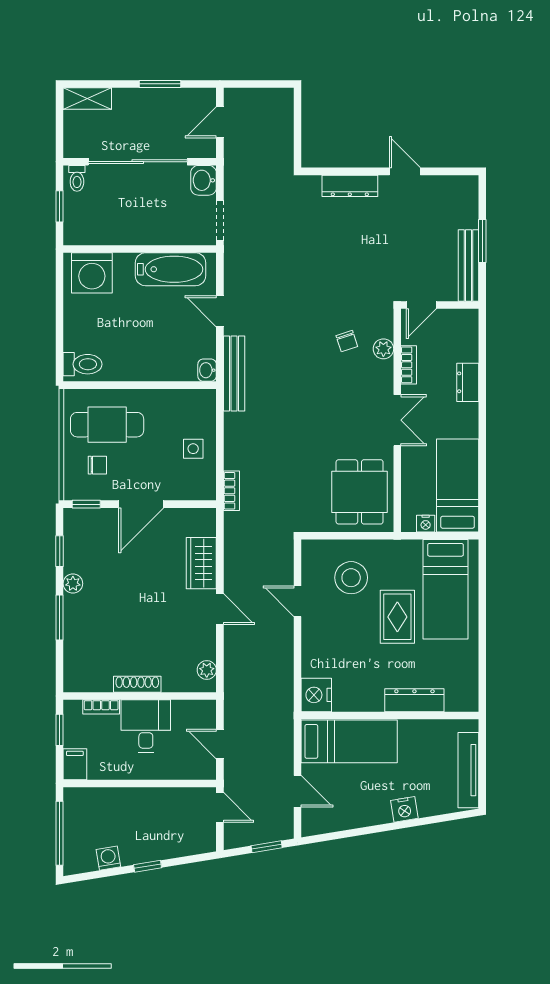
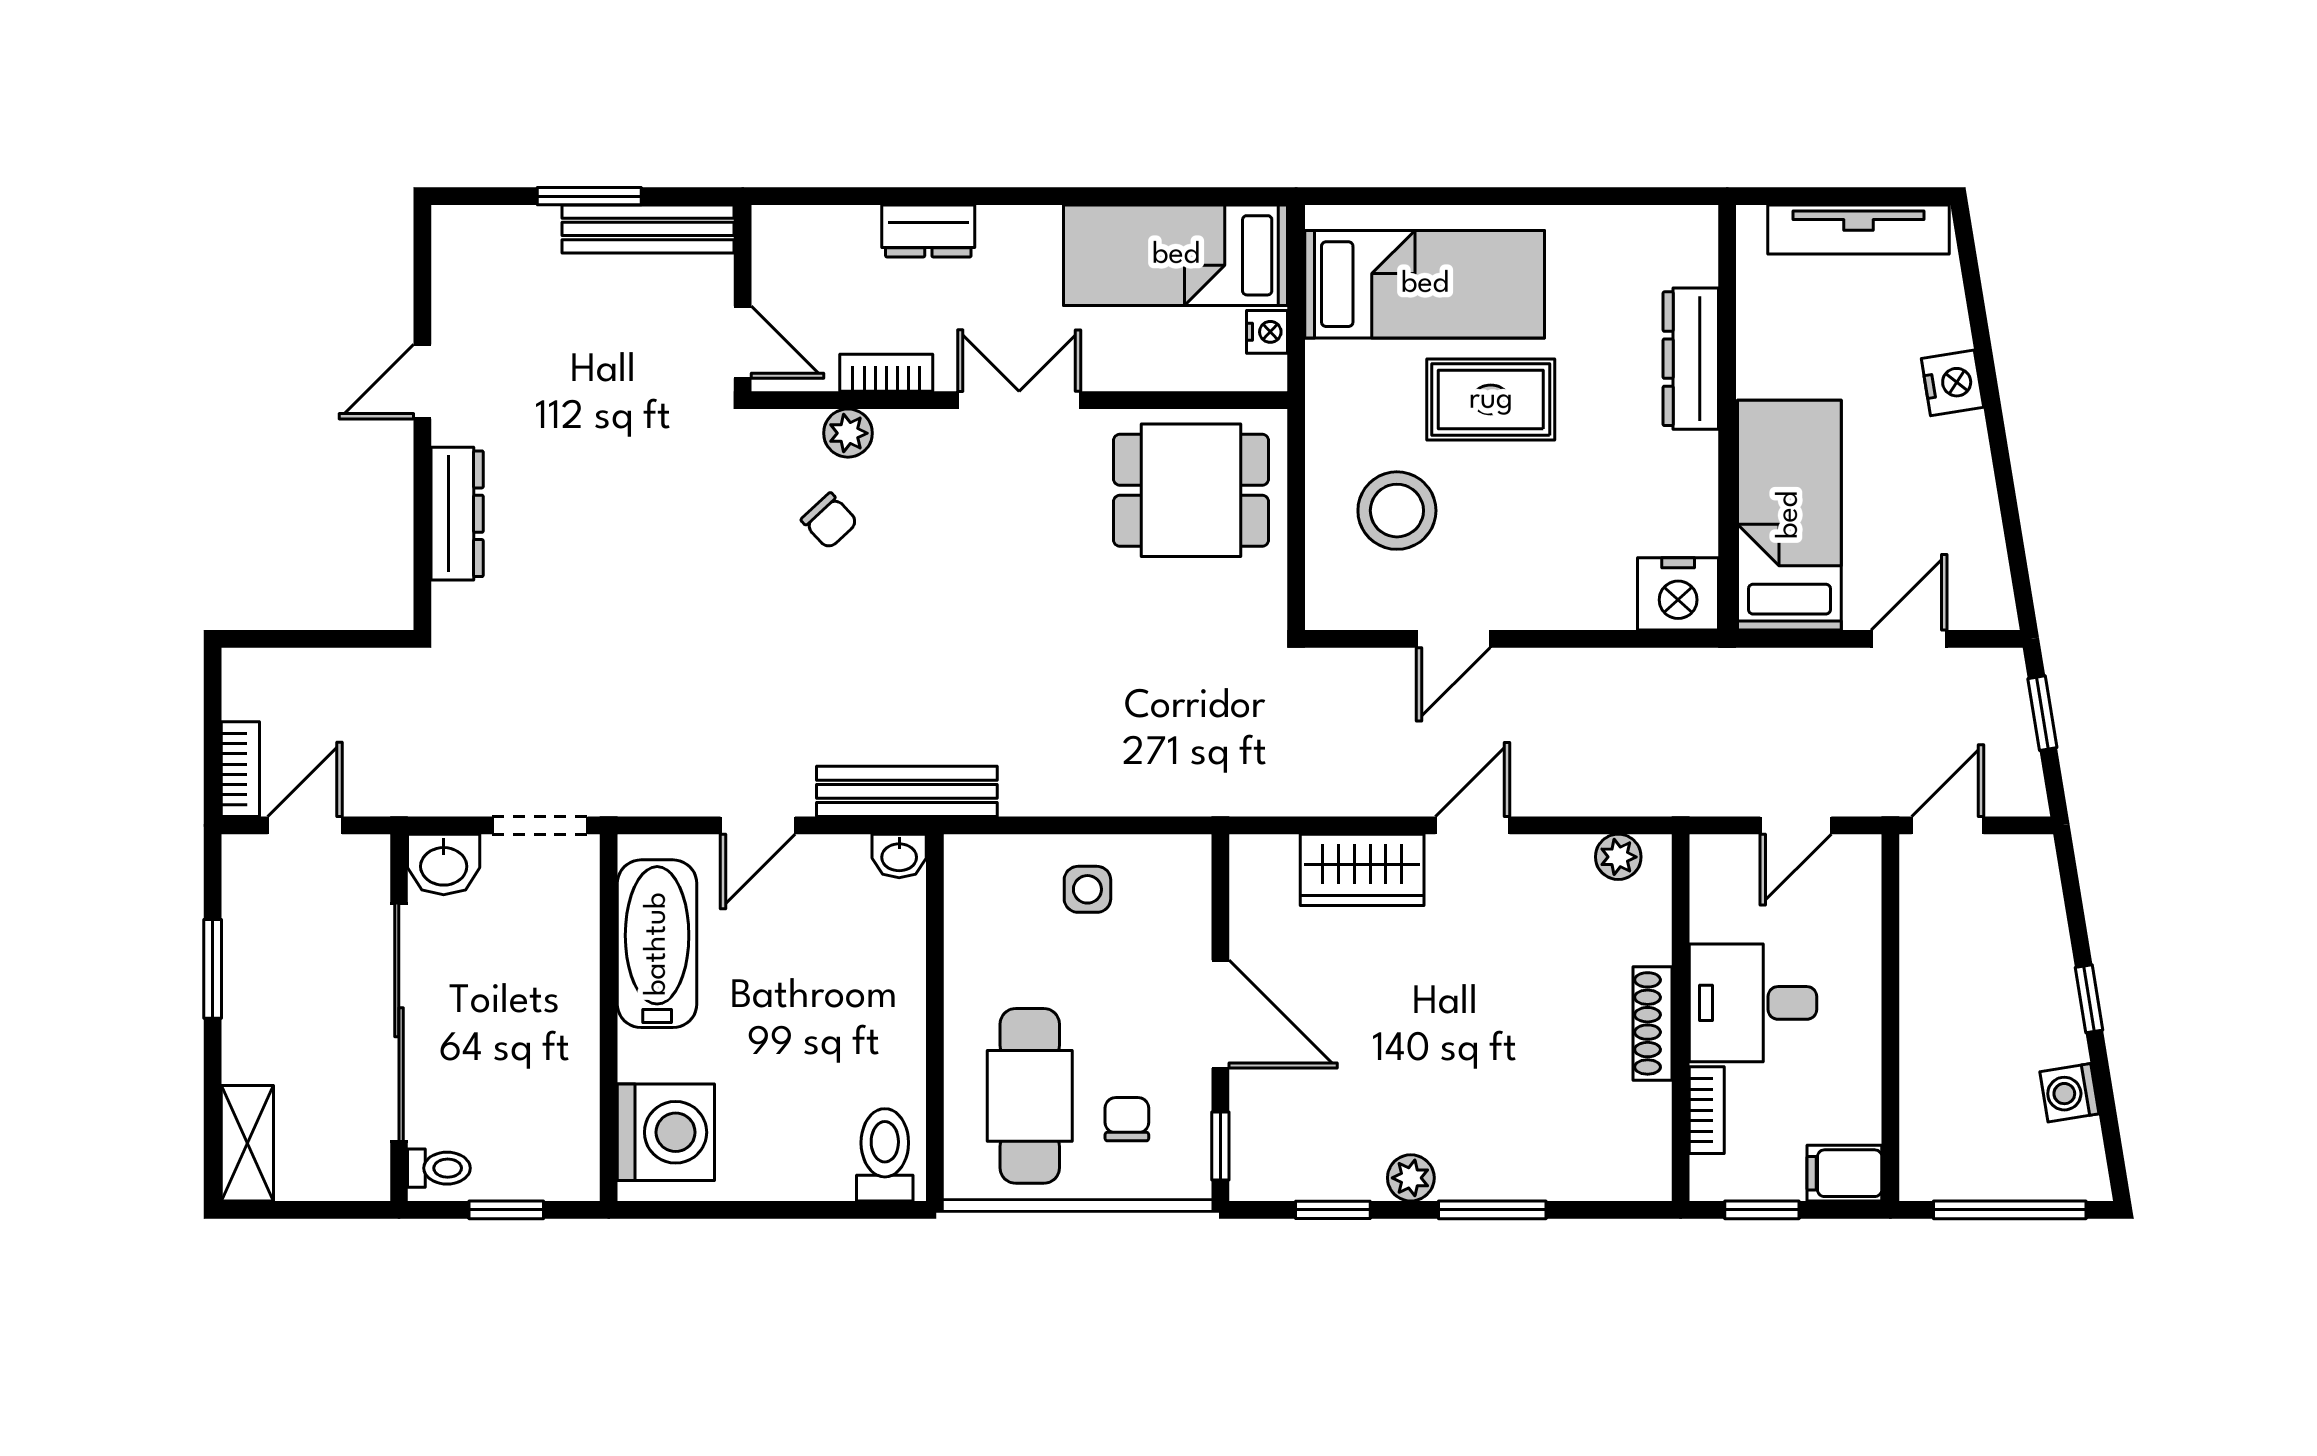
door: (220, 122) -> (305, 825), swing flipped
chair: (347, 341) -> (829, 521), turned 65
bookcase: (231, 491) -> (240, 769), moved, turned 90

